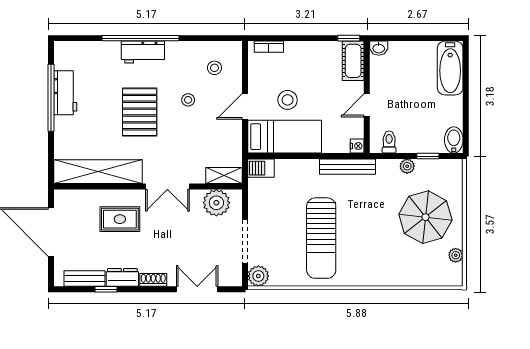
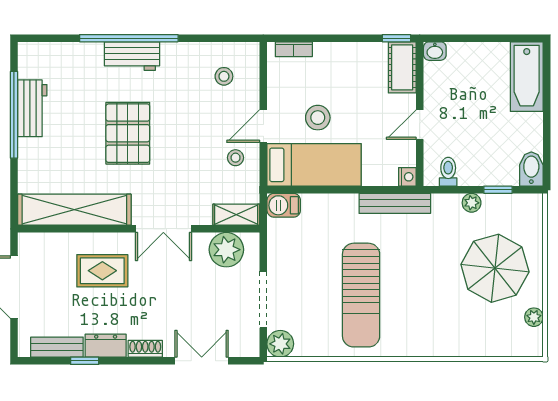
stool: (188, 100) -> (236, 158), moved

